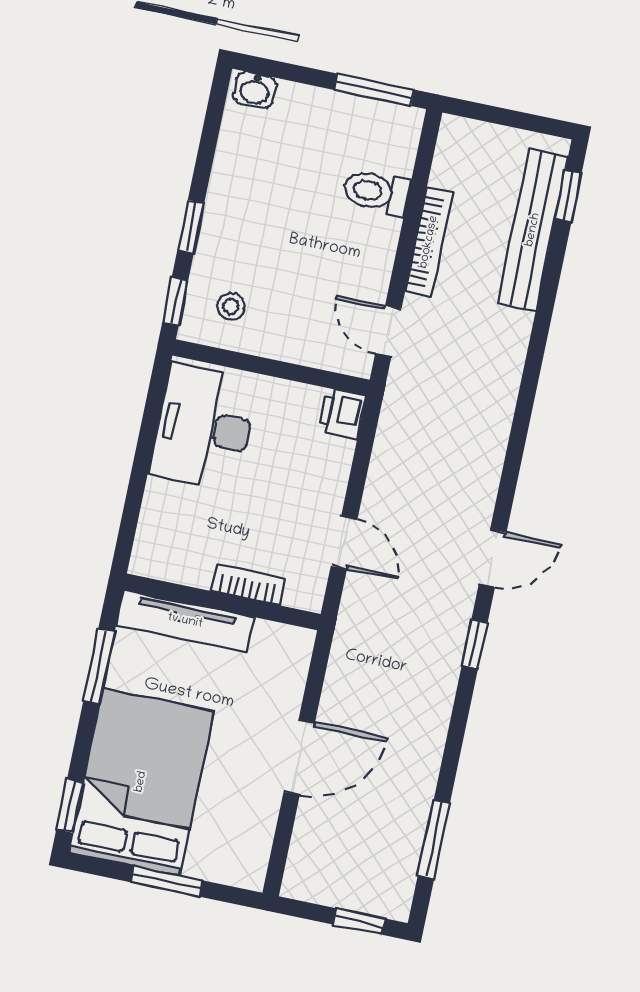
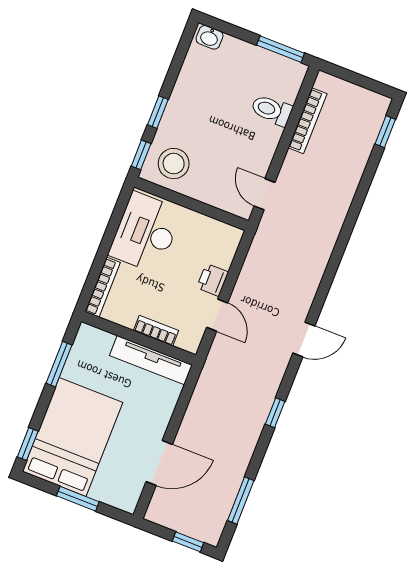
bench: (533, 230) -> (361, 148), removed
bookcase: (429, 242) -> (308, 121), moved
stool: (231, 307) -> (174, 164), width x1.89, depth x1.89
printer: (342, 413) -> (213, 280), moved
bookcase: (149, 528) -> (103, 287), added
tv unit: (185, 621) -> (151, 360), moved
window: (475, 644) -> (275, 413), moved
door: (299, 757) -> (159, 463), moved

